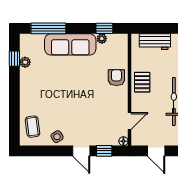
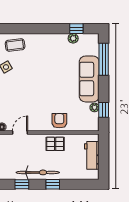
armchair: (116, 78) -> (59, 121), turned -90
door: (130, 121) -> (20, 132), swing flipped

